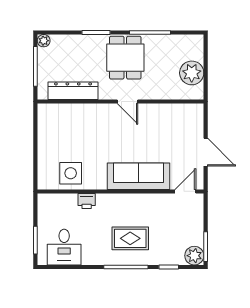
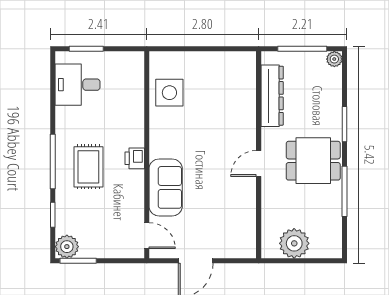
sofa: (139, 176) -> (166, 187), width x0.73
printer: (87, 201) -> (135, 158), moved

